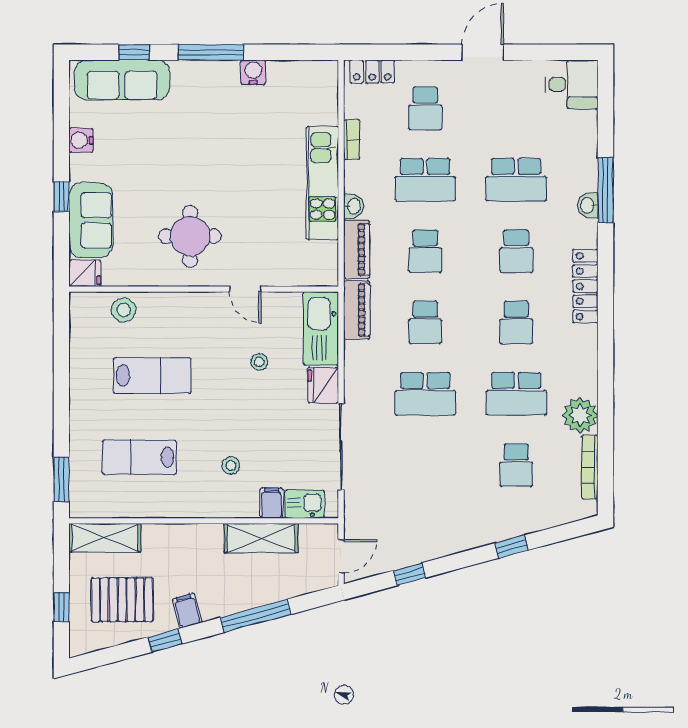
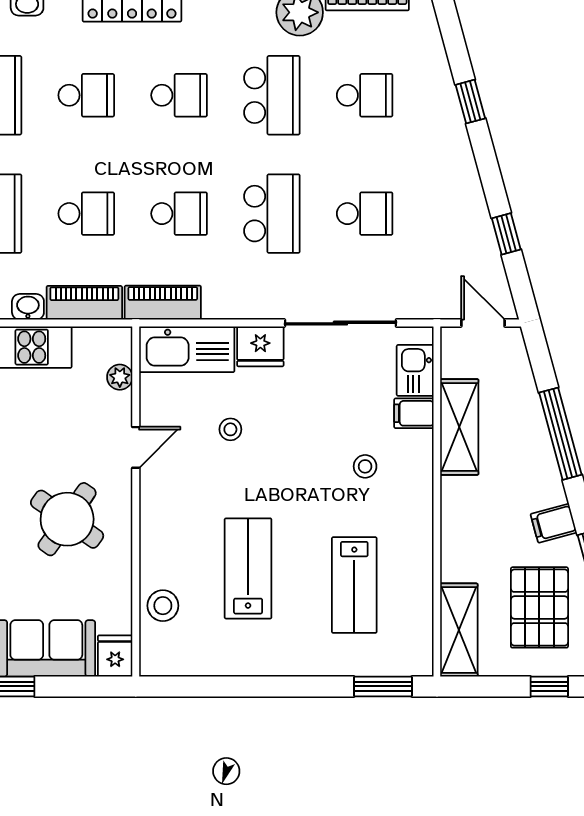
round table: (190, 236) -> (67, 519), turned 35
plant: (299, 277) -> (120, 377), added
school desk: (425, 465) -> (365, 214), added

